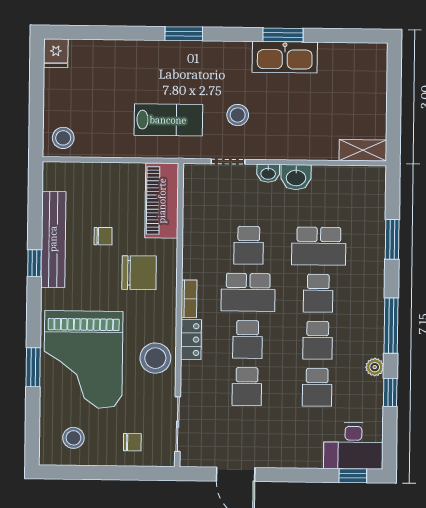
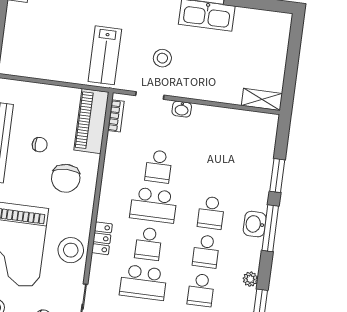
lab bench: (168, 120) -> (105, 55), turned 90
stool: (63, 138) -> (16, 60), removed
washbasin: (296, 177) -> (255, 224), moved, turned 90
school desk: (319, 246) -> (216, 174), removed
chair: (139, 273) -> (66, 178), turned 89
bookcase: (189, 299) -> (116, 116), moved
window: (391, 326) -> (270, 228), moved
school desk: (247, 386) -> (143, 282), width x1.85

